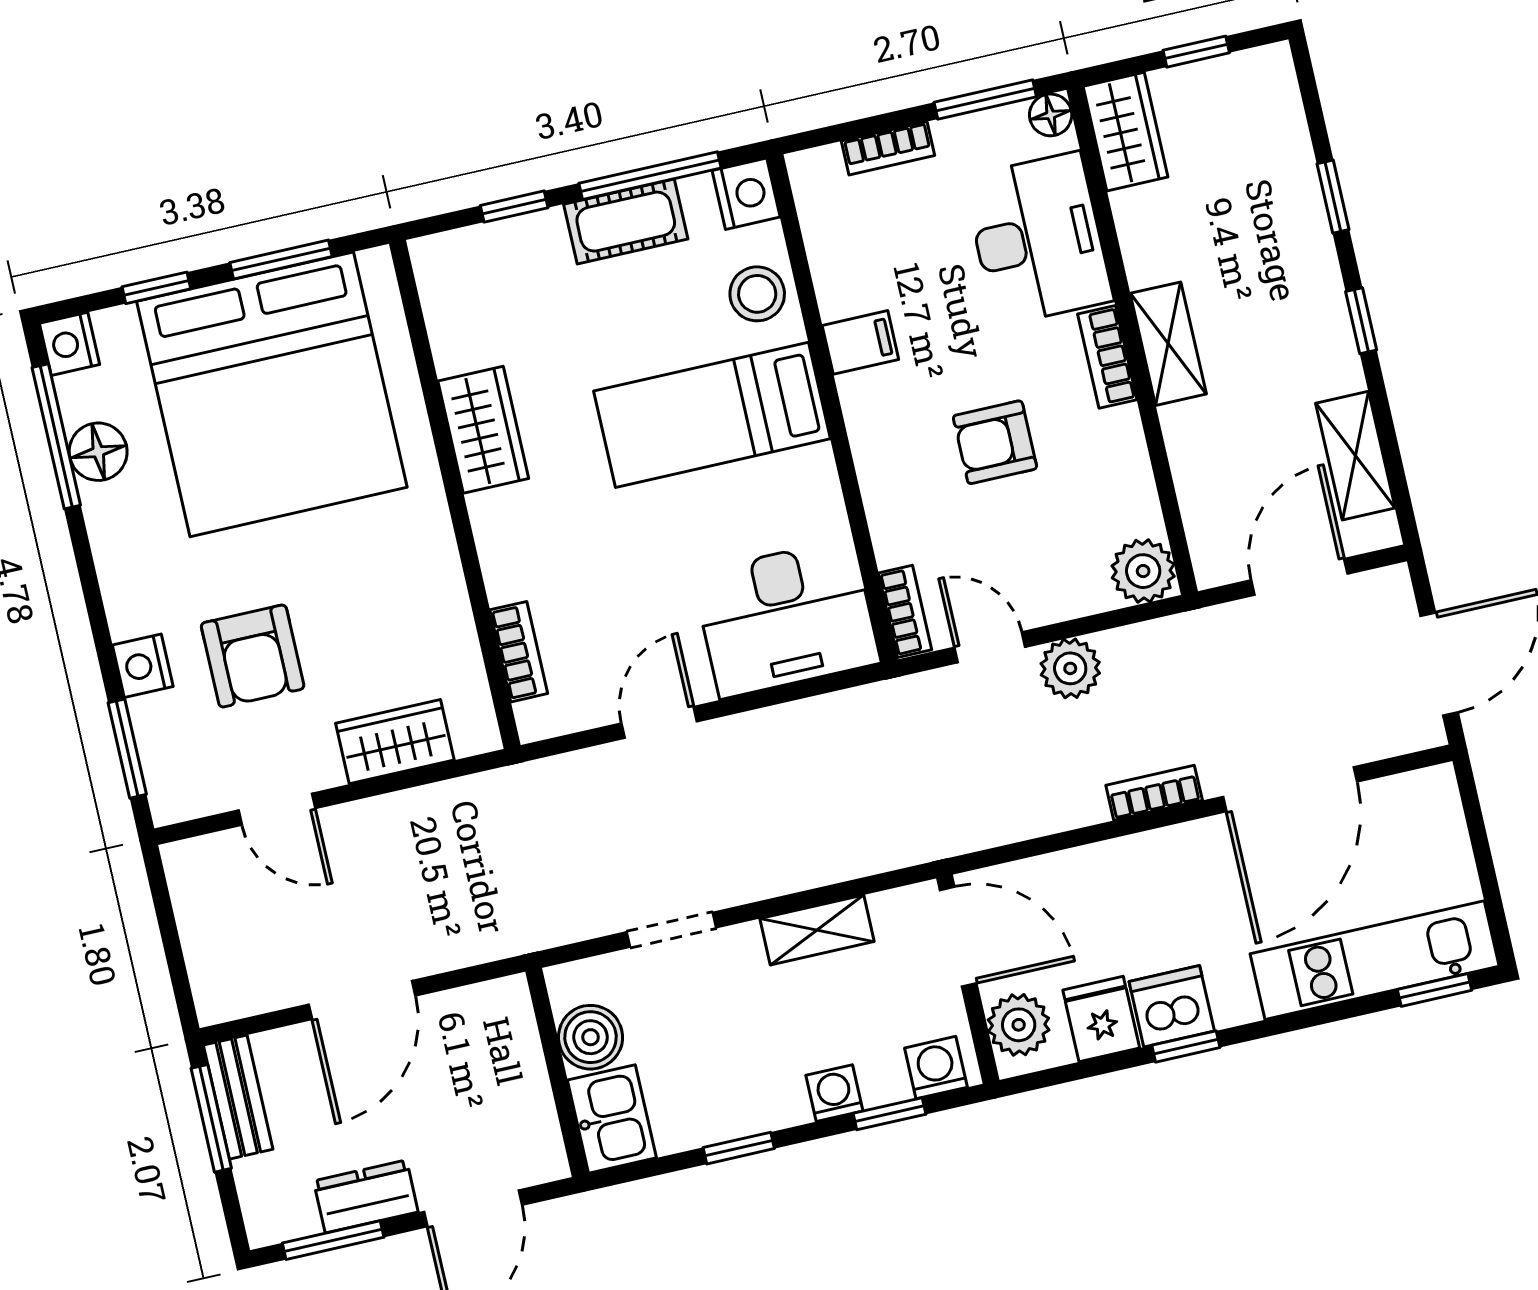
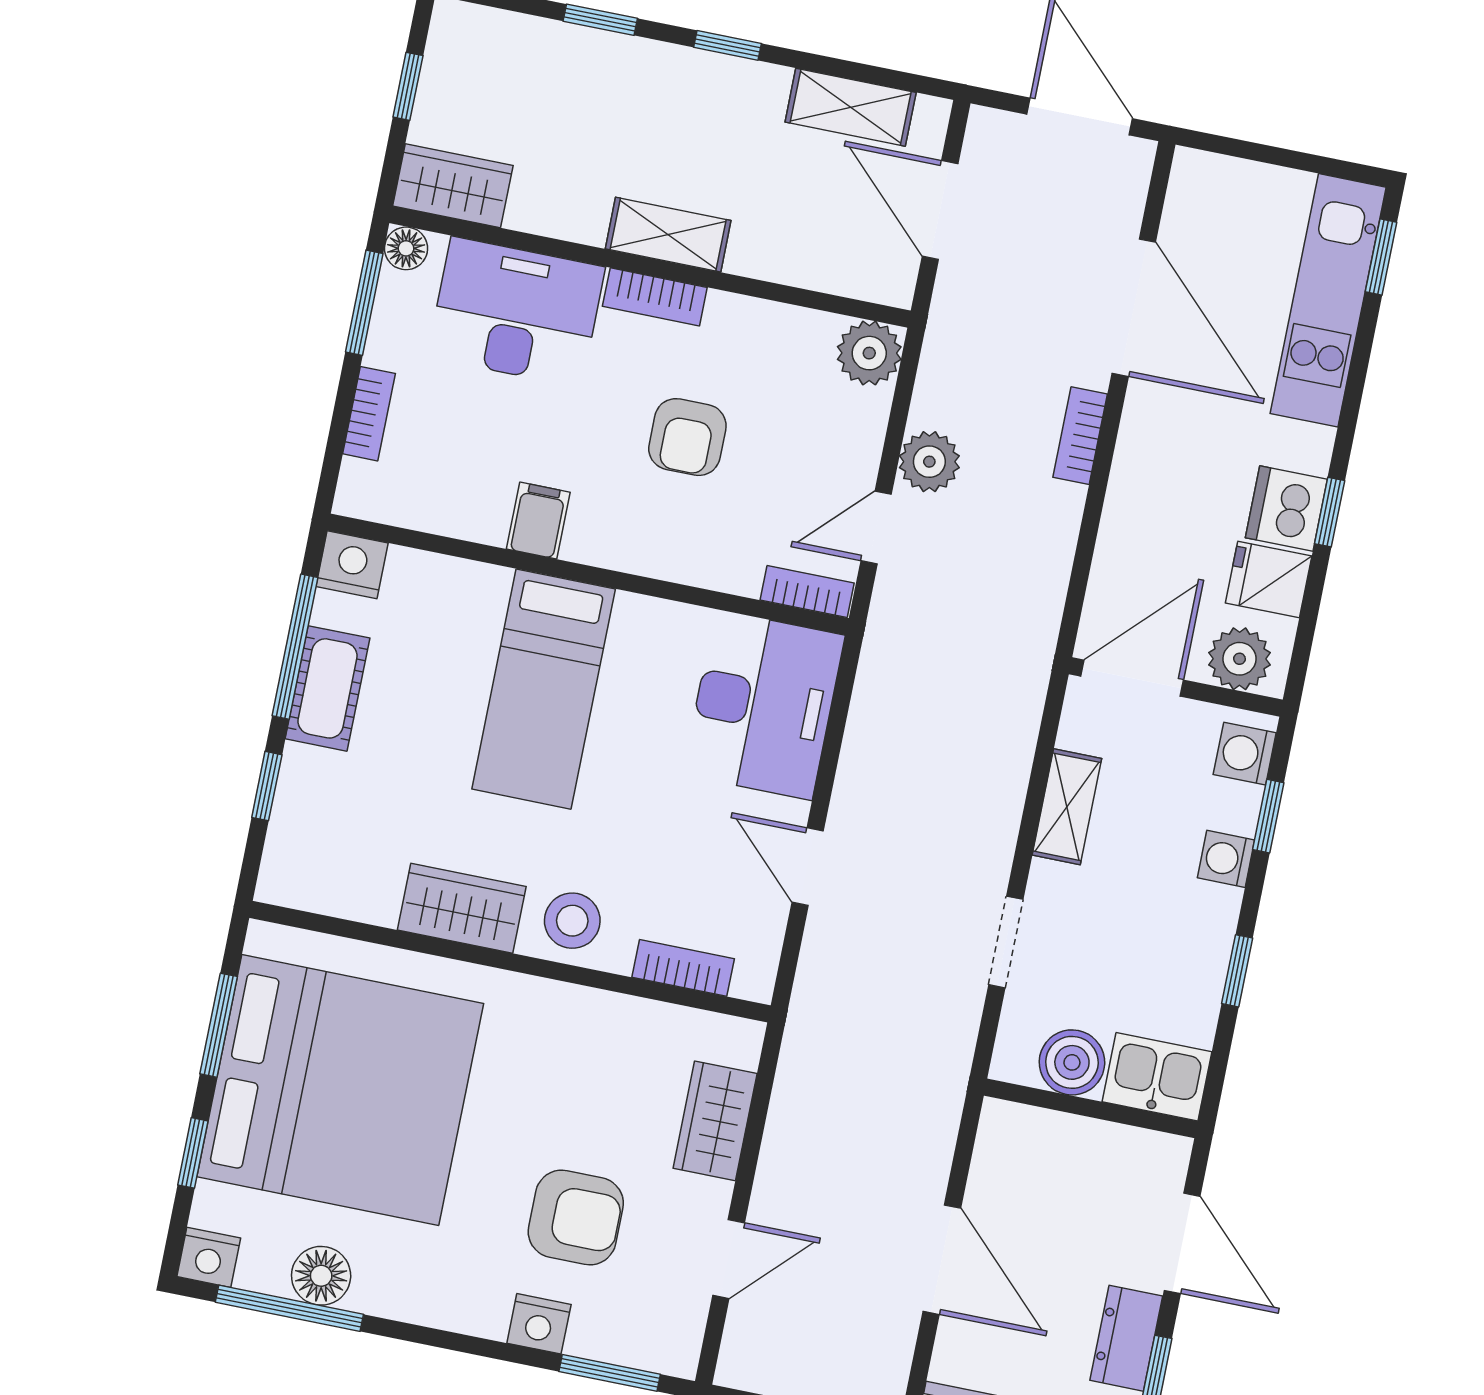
stool: (757, 294) -> (572, 921), moved

